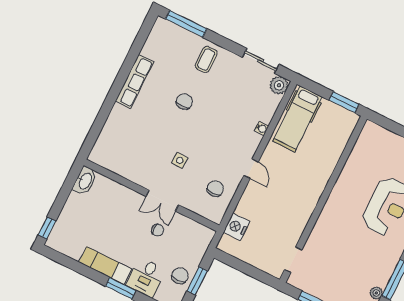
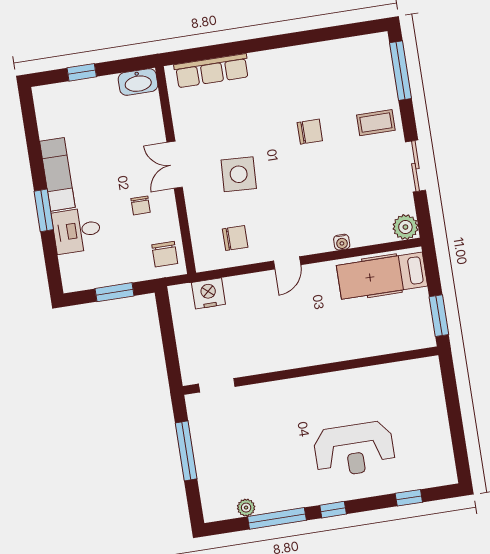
sliding door: (261, 61) -> (415, 166), moved
row of seats: (134, 81) -> (212, 71), moved
side table: (180, 160) -> (239, 174), width x1.87, depth x1.87
double door: (162, 201) -> (175, 165), moved
window: (47, 228) -> (82, 72), moved
chair: (180, 276) -> (165, 254), moved, turned 90

